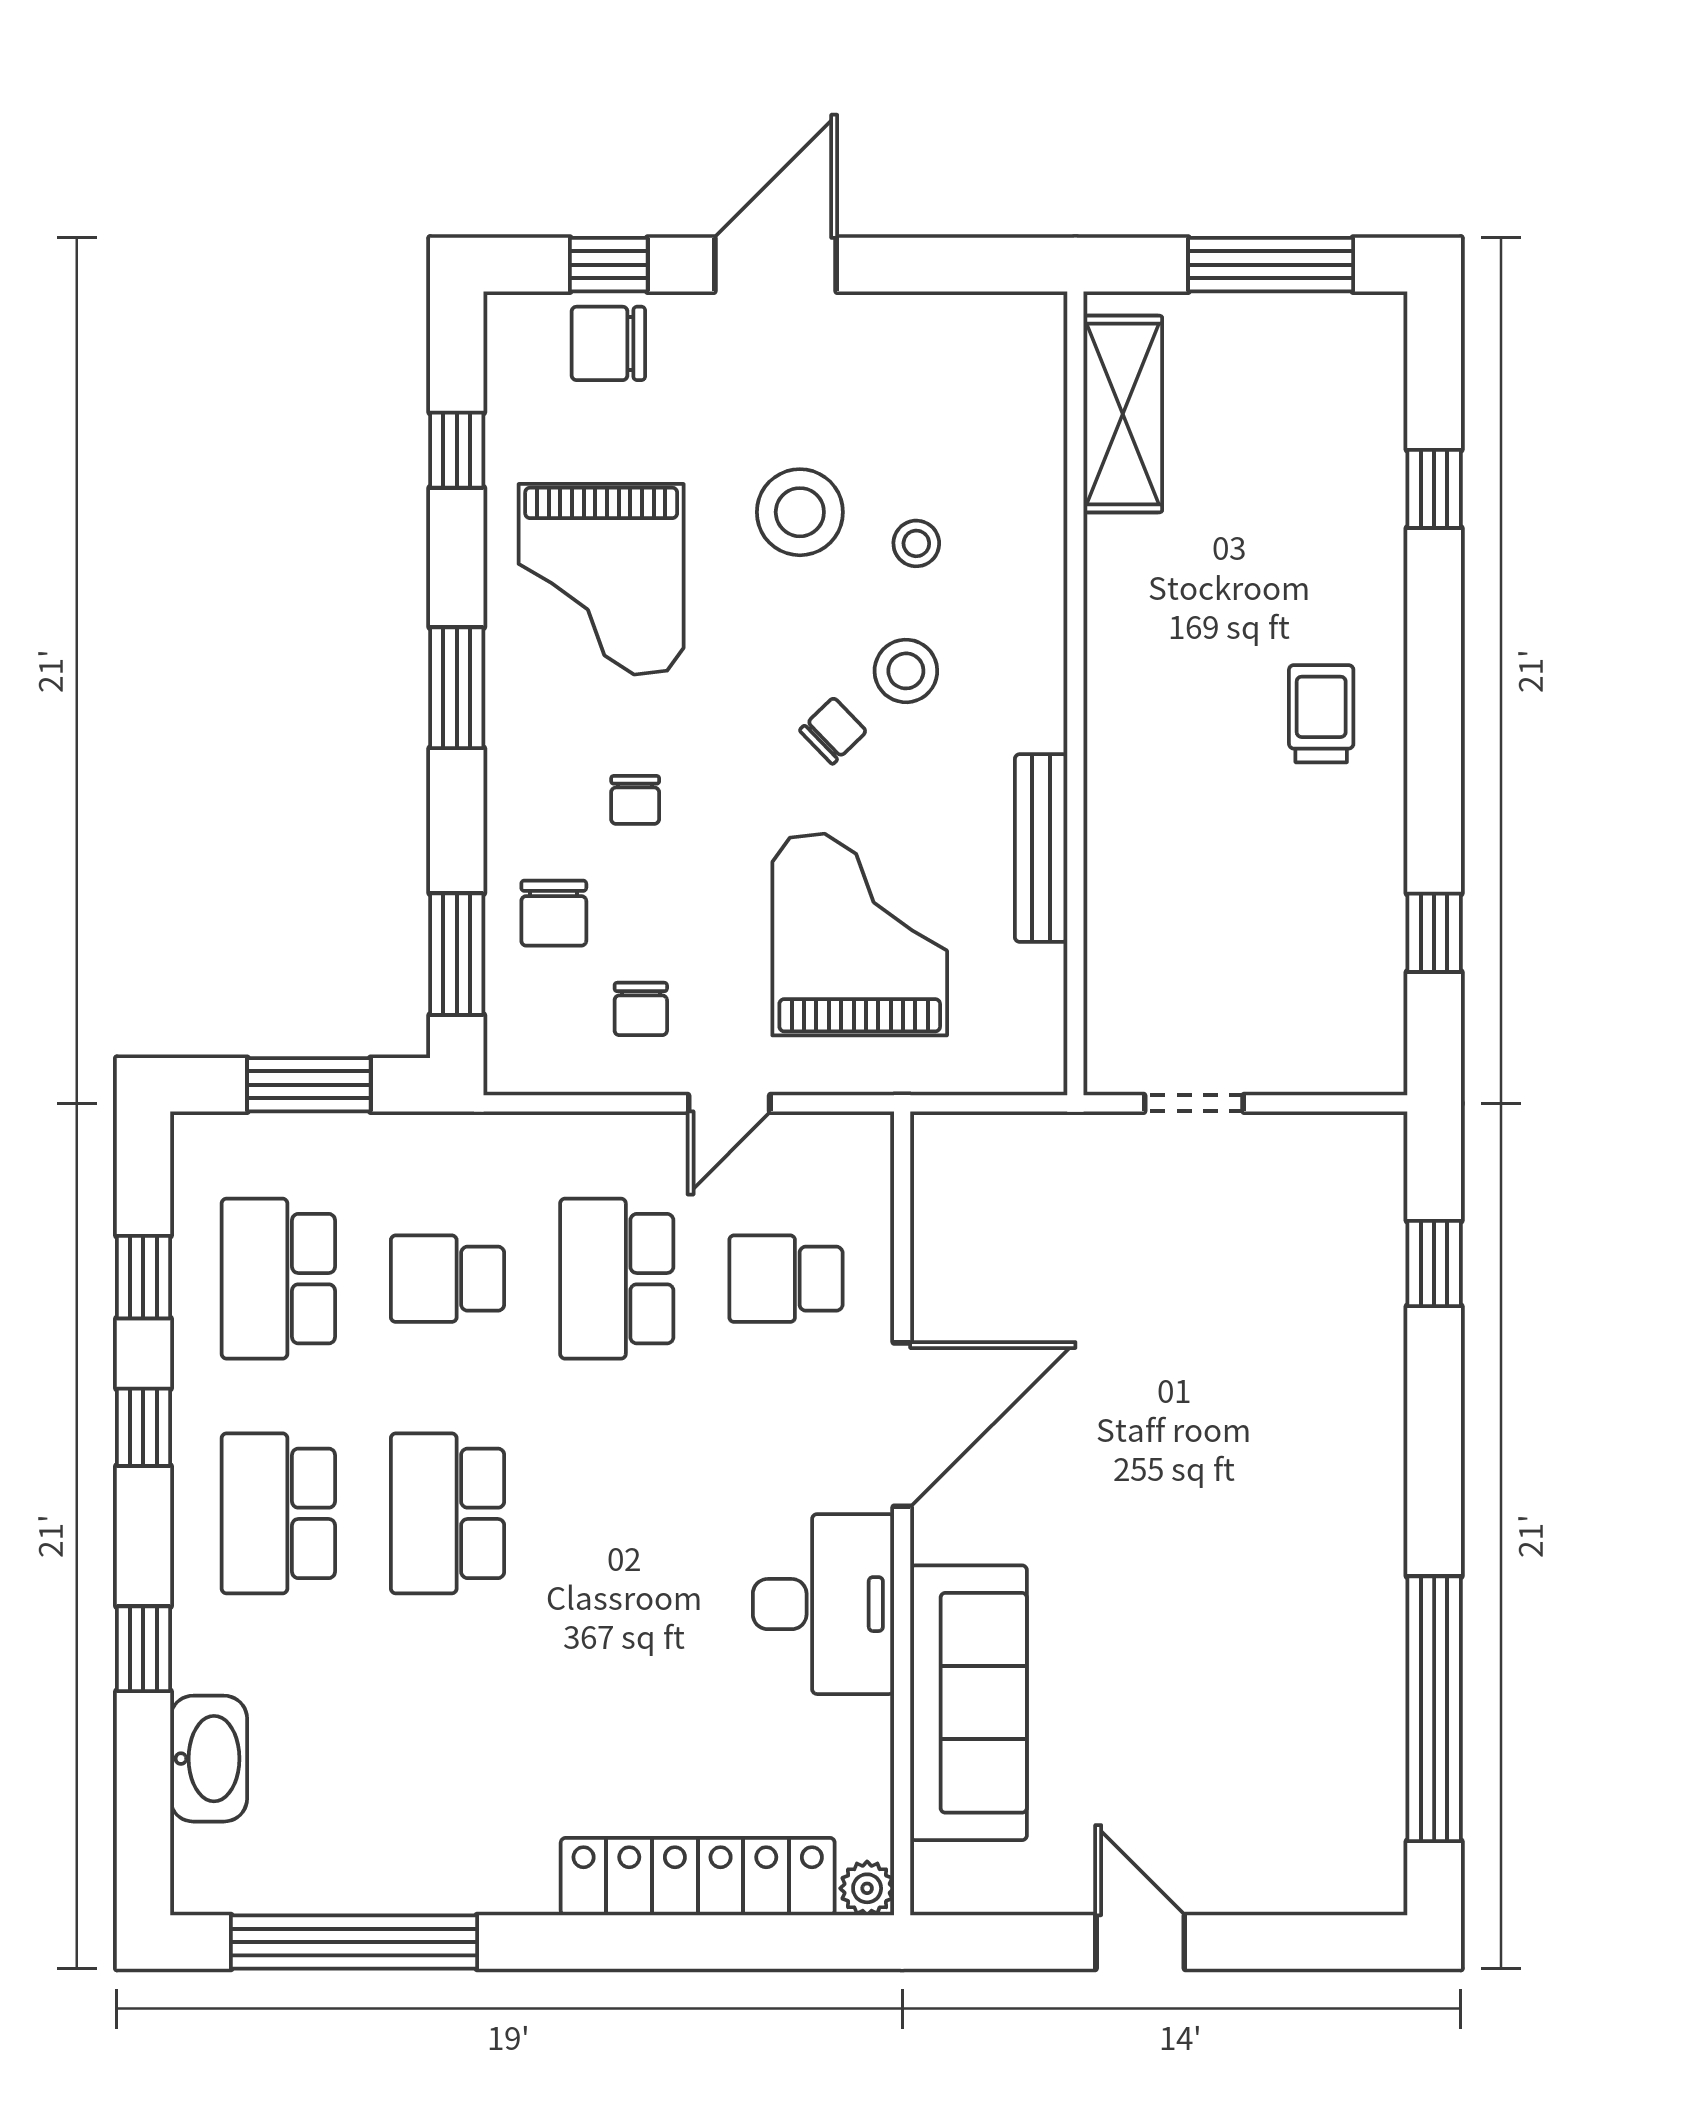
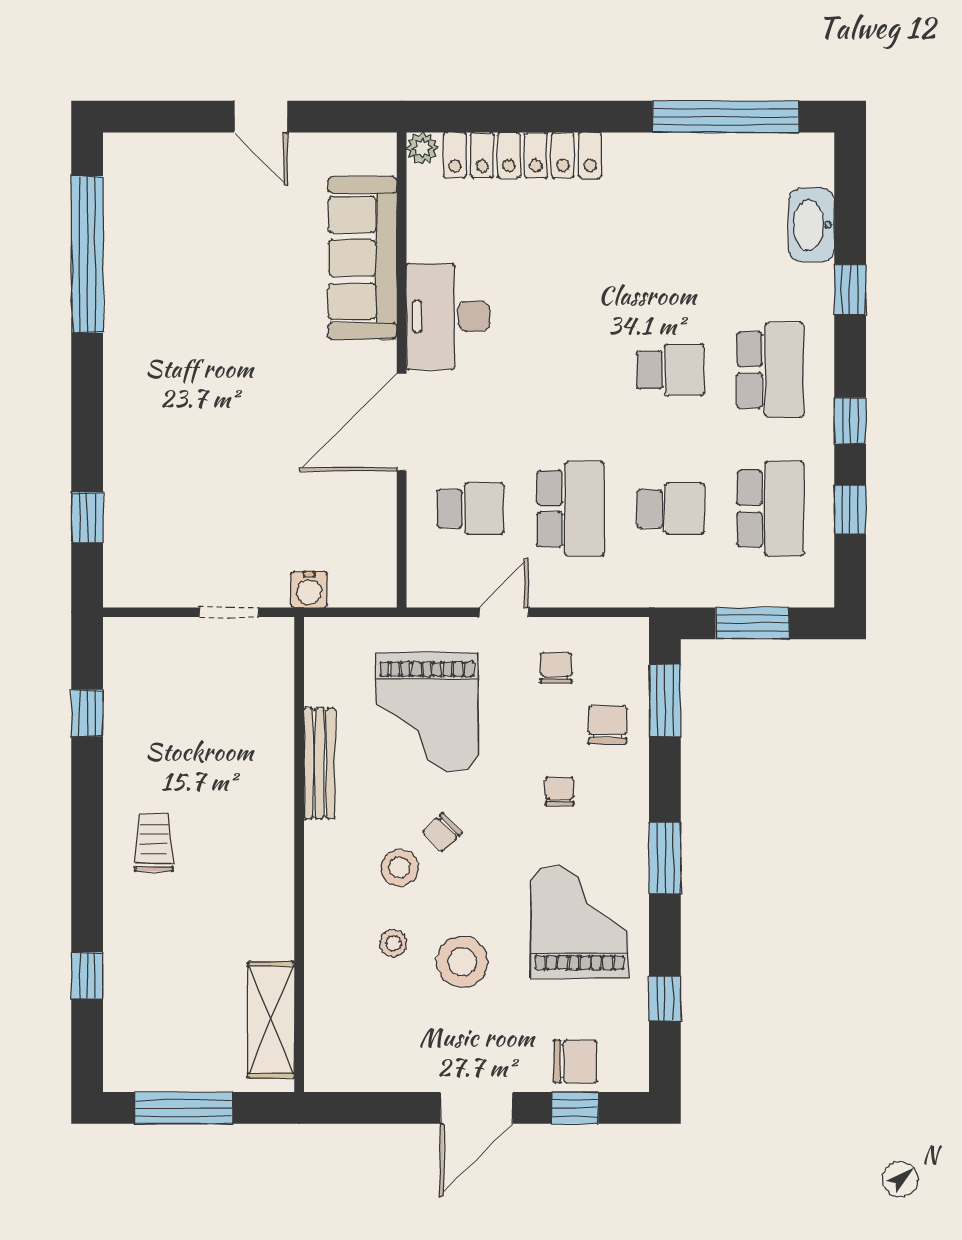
trolley: (1321, 714) -> (154, 843), turned 180
water cooler: (1059, 1142) -> (309, 589), added
school desk: (448, 1513) -> (670, 370), width x0.54

